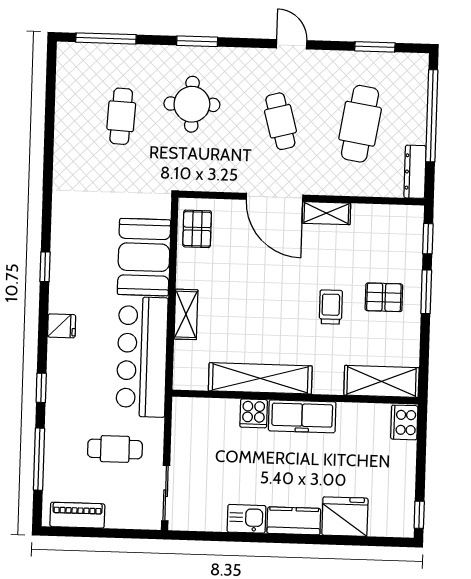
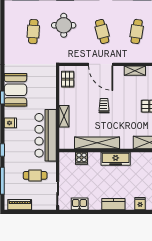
cafe table: (360, 124) -> (137, 31), width x0.73, depth x0.74
shelving: (326, 213) -> (135, 71), moved
booth: (144, 257) -> (15, 90), moved
trolley: (331, 307) -> (104, 106), moved
cooker: (254, 413) -> (82, 158), moved
fridge: (345, 517) -> (140, 204), width x0.53, depth x0.75
kitchen sink: (246, 519) -> (80, 204), moved

